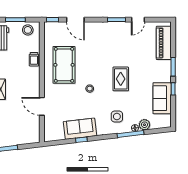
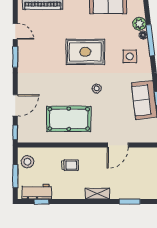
trolley: (34, 59) -> (70, 165), moved
rug: (121, 79) -> (85, 52), width x1.36, depth x1.43

